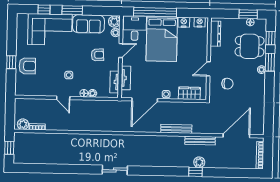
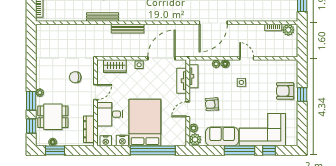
window: (72, 10) -> (239, 150), width x1.44
desk: (135, 28) -> (110, 114), moved, turned 90
door: (236, 136) -> (213, 23), moved

